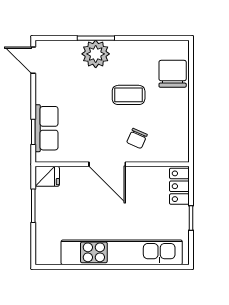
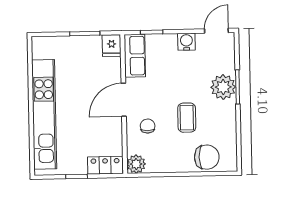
water cooler: (45, 94) -> (186, 42), added
row of seats: (47, 128) -> (135, 56), moved, turned -90
chair: (137, 138) -> (148, 126), turned 66
plant: (179, 152) -> (136, 164), added

